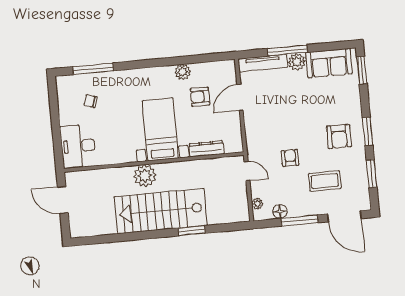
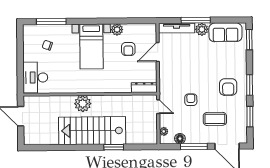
armchair: (200, 97) -> (128, 49), turned -90
bed with nightstands: (160, 129) -> (91, 47), moved, turned 180
dresser: (206, 149) -> (144, 88), moved

